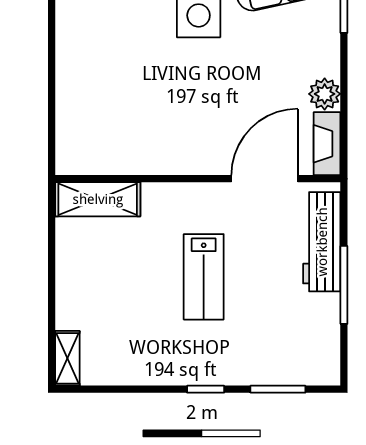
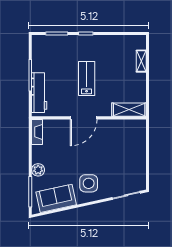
plant: (325, 94) -> (38, 170), moved
door: (265, 179) -> (84, 118), moved
shelving: (67, 358) -> (141, 61), moved

